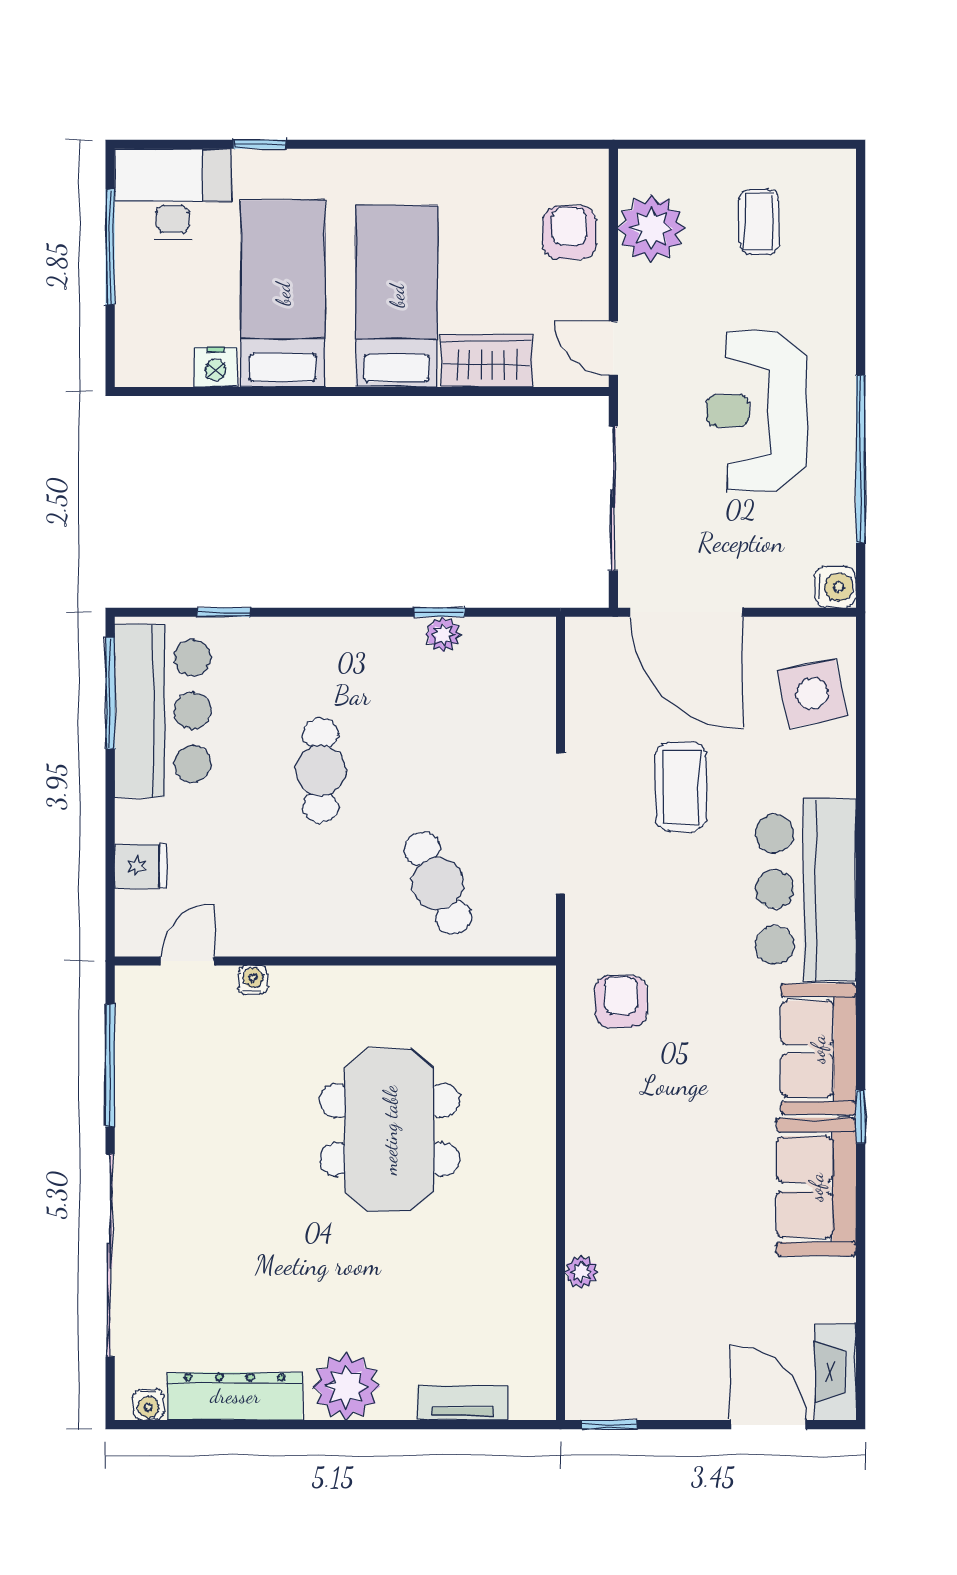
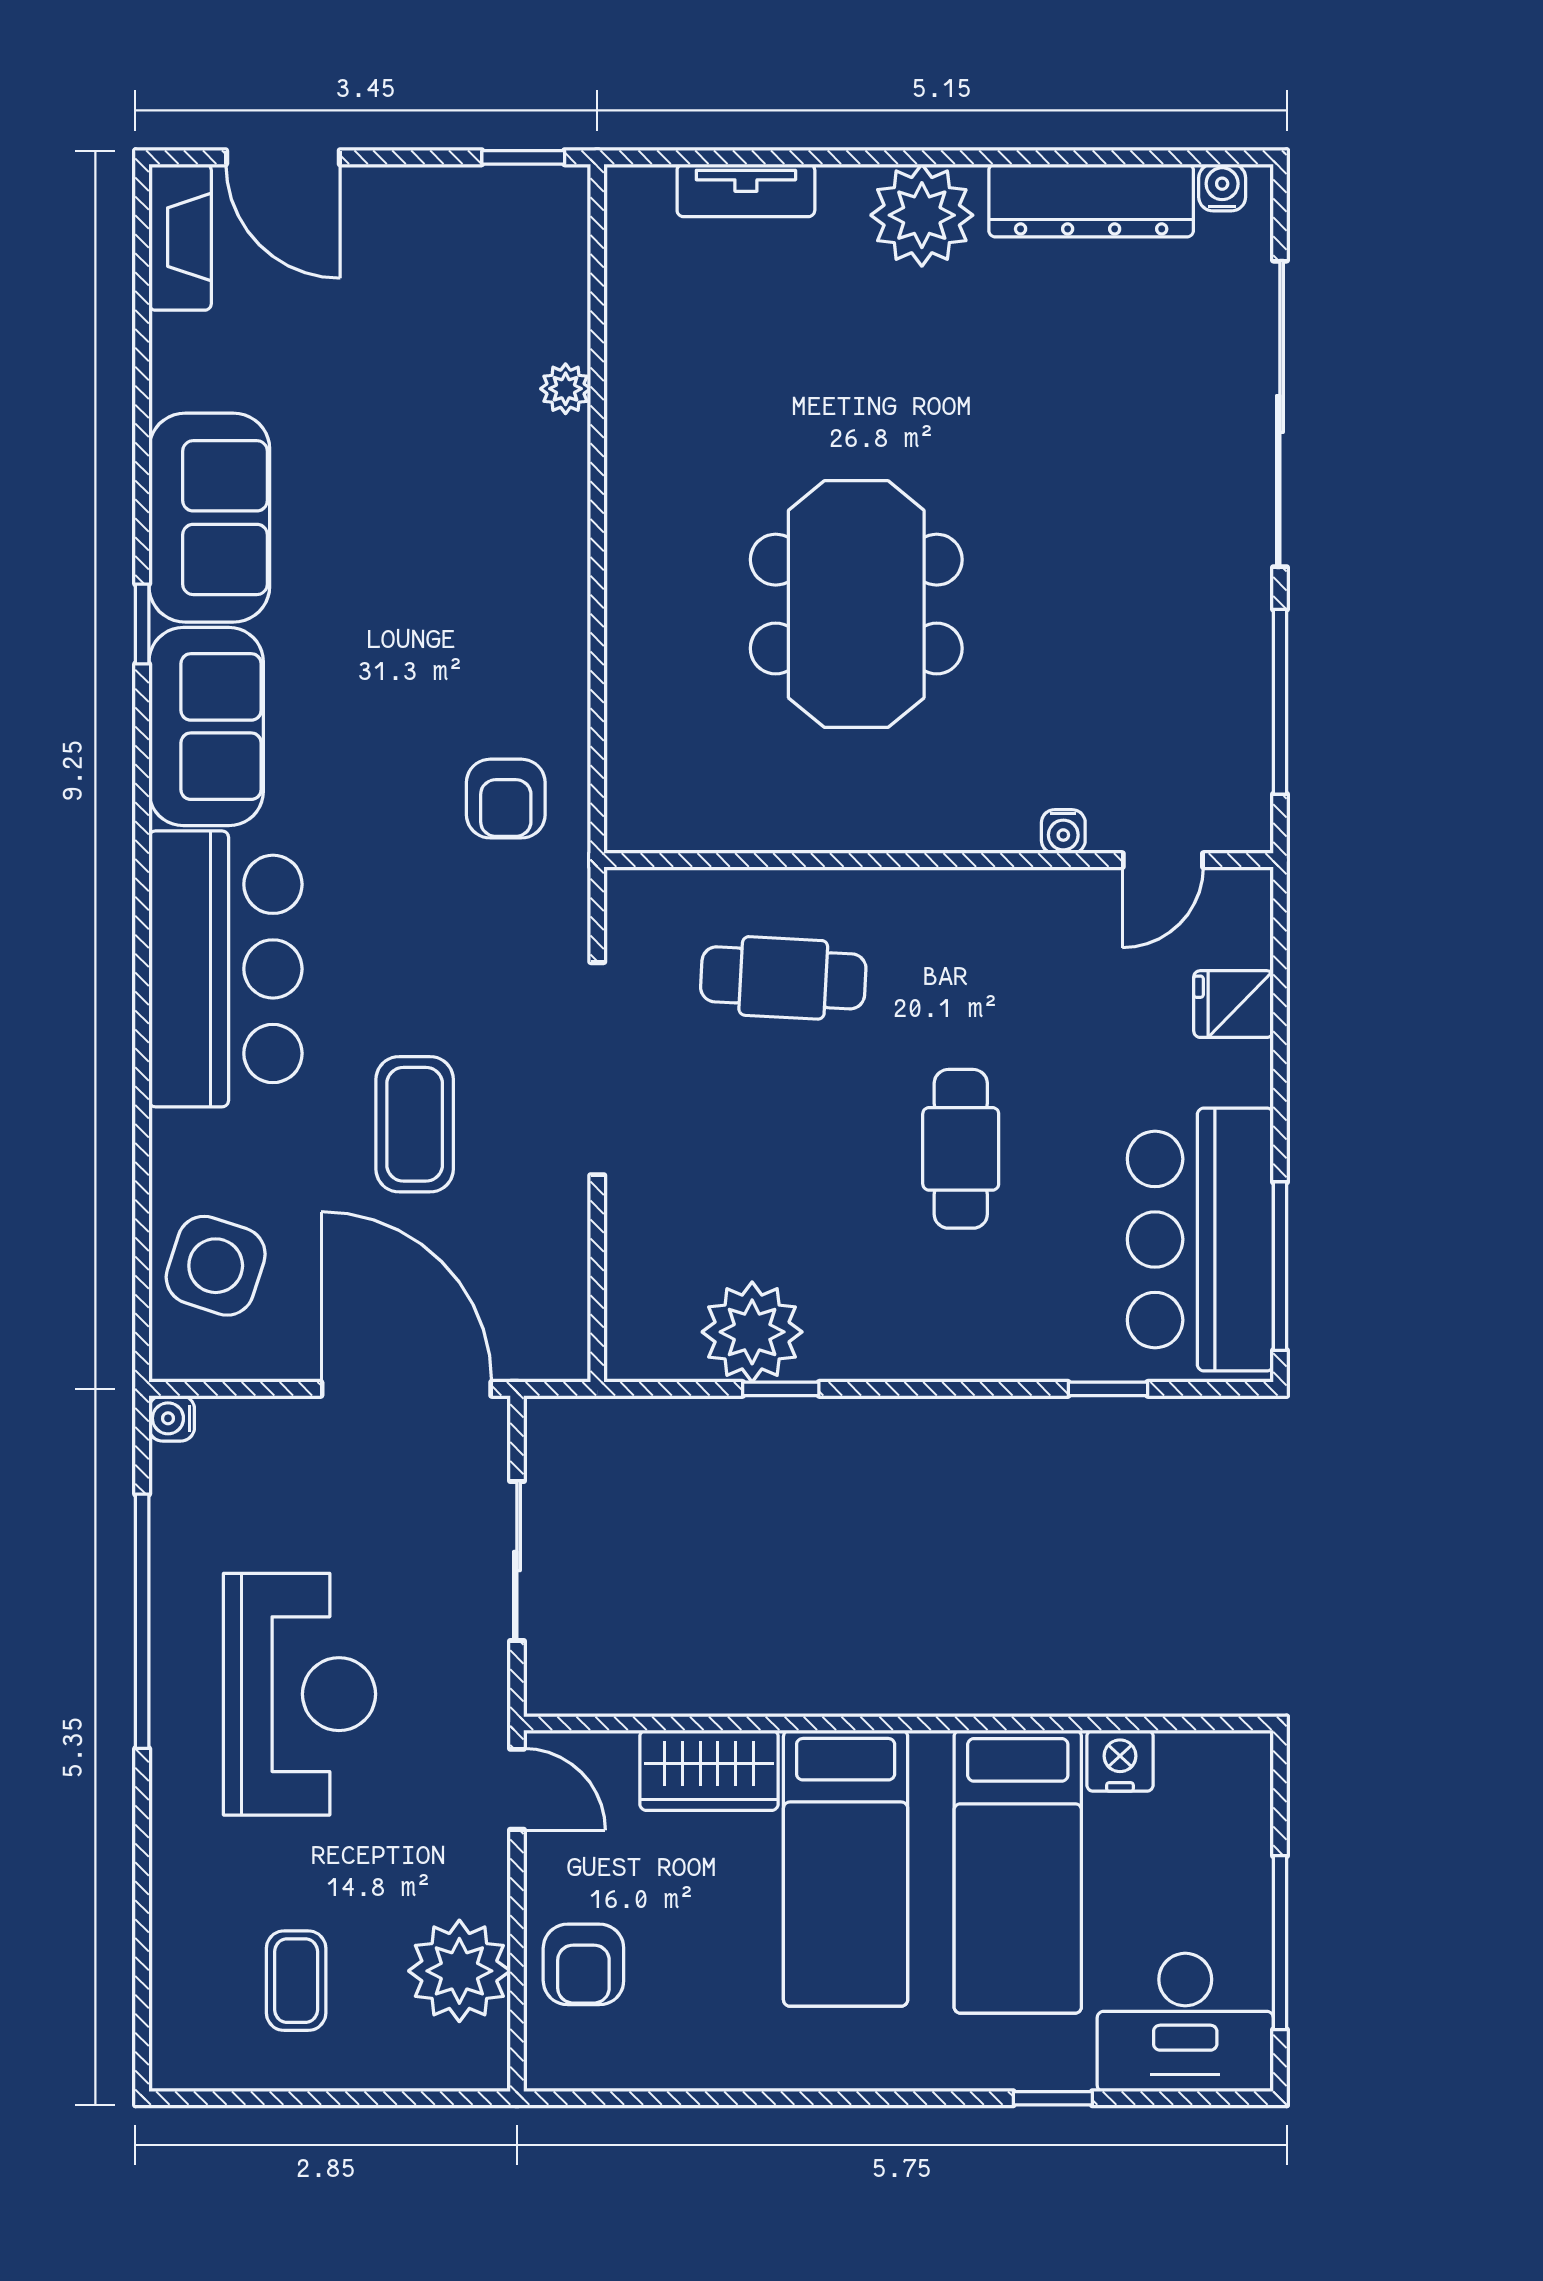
sliding door: (613, 499) -> (517, 1561), width x0.73
water cooler: (835, 587) -> (172, 1418), width x0.72, depth x0.72
plant: (443, 634) -> (752, 1332), width x1.88, depth x1.88
side table: (812, 693) -> (216, 1266), turned 30
cafe table: (438, 883) -> (783, 978), turned -62

